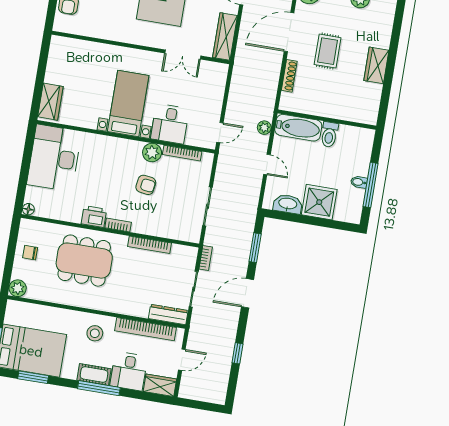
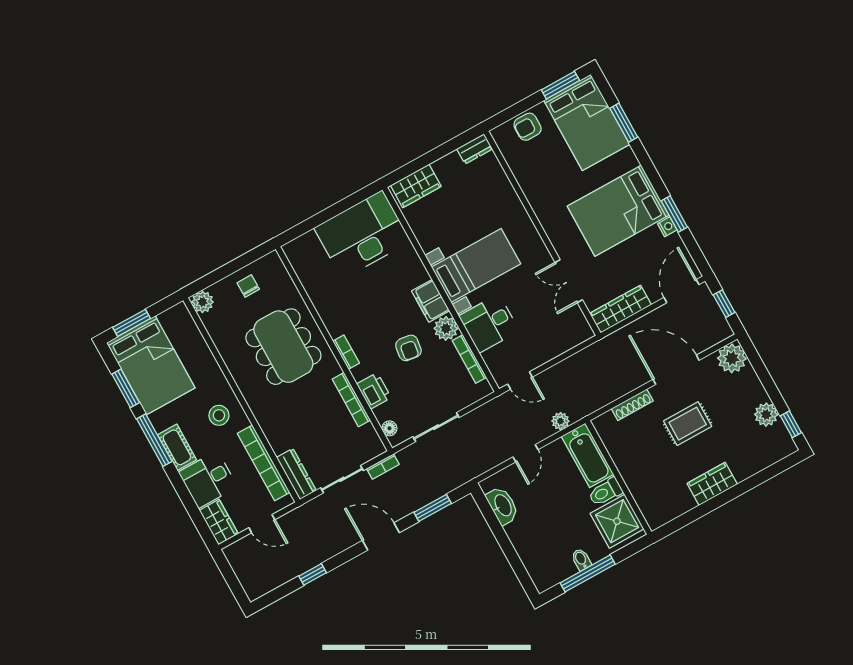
dresser: (56, 48) -> (475, 149), added
filing cabinet: (128, 148) -> (431, 301), added
shower: (319, 202) -> (617, 521), moved
floor lamp: (28, 209) -> (389, 428), moved
printer: (94, 217) -> (374, 391), moved
window: (99, 388) -> (154, 440), moved

